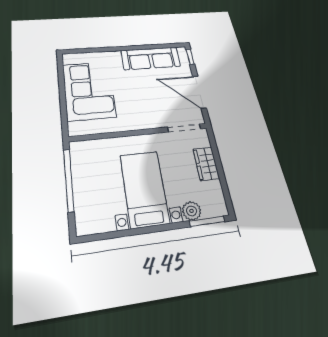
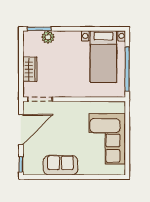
sofa: (151, 58) -> (61, 165), width x0.73
door: (199, 92) -> (21, 129), hinge flipped
bed with nightstands: (144, 188) -> (103, 57), moved

